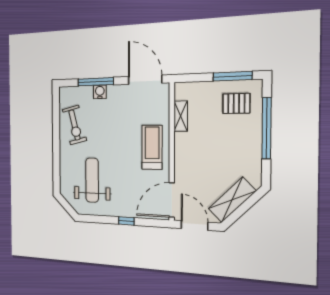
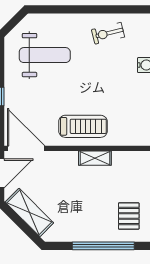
shelving: (181, 116) -> (95, 158), moved
exercise bike: (74, 125) -> (108, 33), width x0.73, depth x0.72

